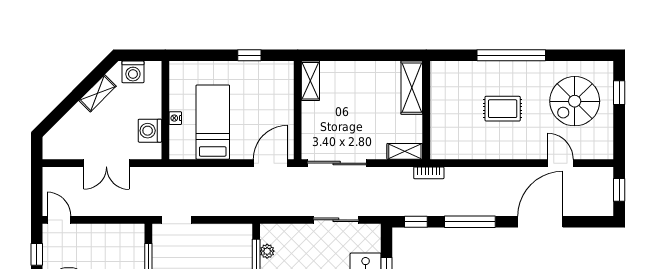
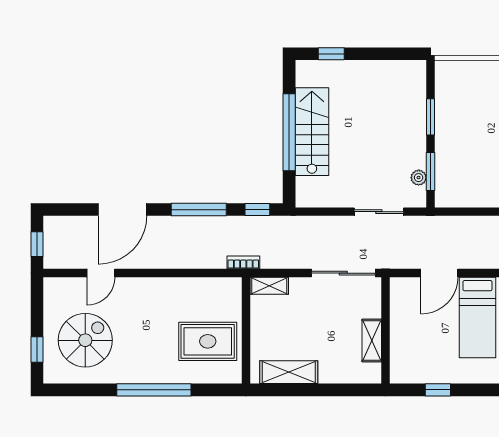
shelving: (310, 81) -> (372, 341), moved
shelving: (412, 88) -> (289, 372), moved, turned 90
rug: (503, 109) -> (208, 341), moved, width x1.36, depth x1.43
door: (270, 163) -> (439, 273), moved
door: (560, 163) -> (101, 273), hinge flipped
sliding door: (336, 220) -> (379, 212), moved

